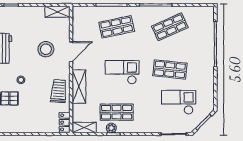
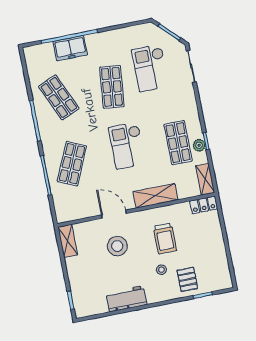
shop shelf: (117, 27) -> (72, 164), turned 36
freezer: (206, 43) -> (70, 48), added
trolley: (59, 91) -> (165, 239), moved, turned -94

